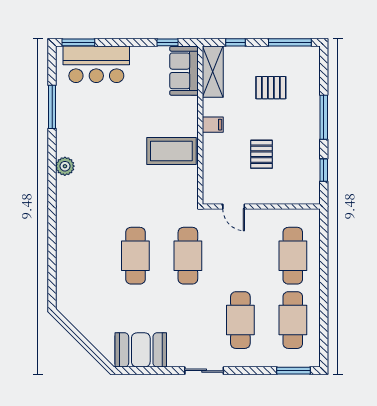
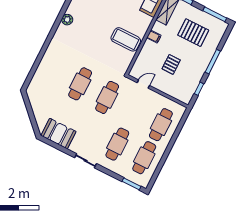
pallet: (271, 88) -> (193, 33), width x1.50, depth x1.42
door: (234, 206) -> (143, 84), swing flipped

